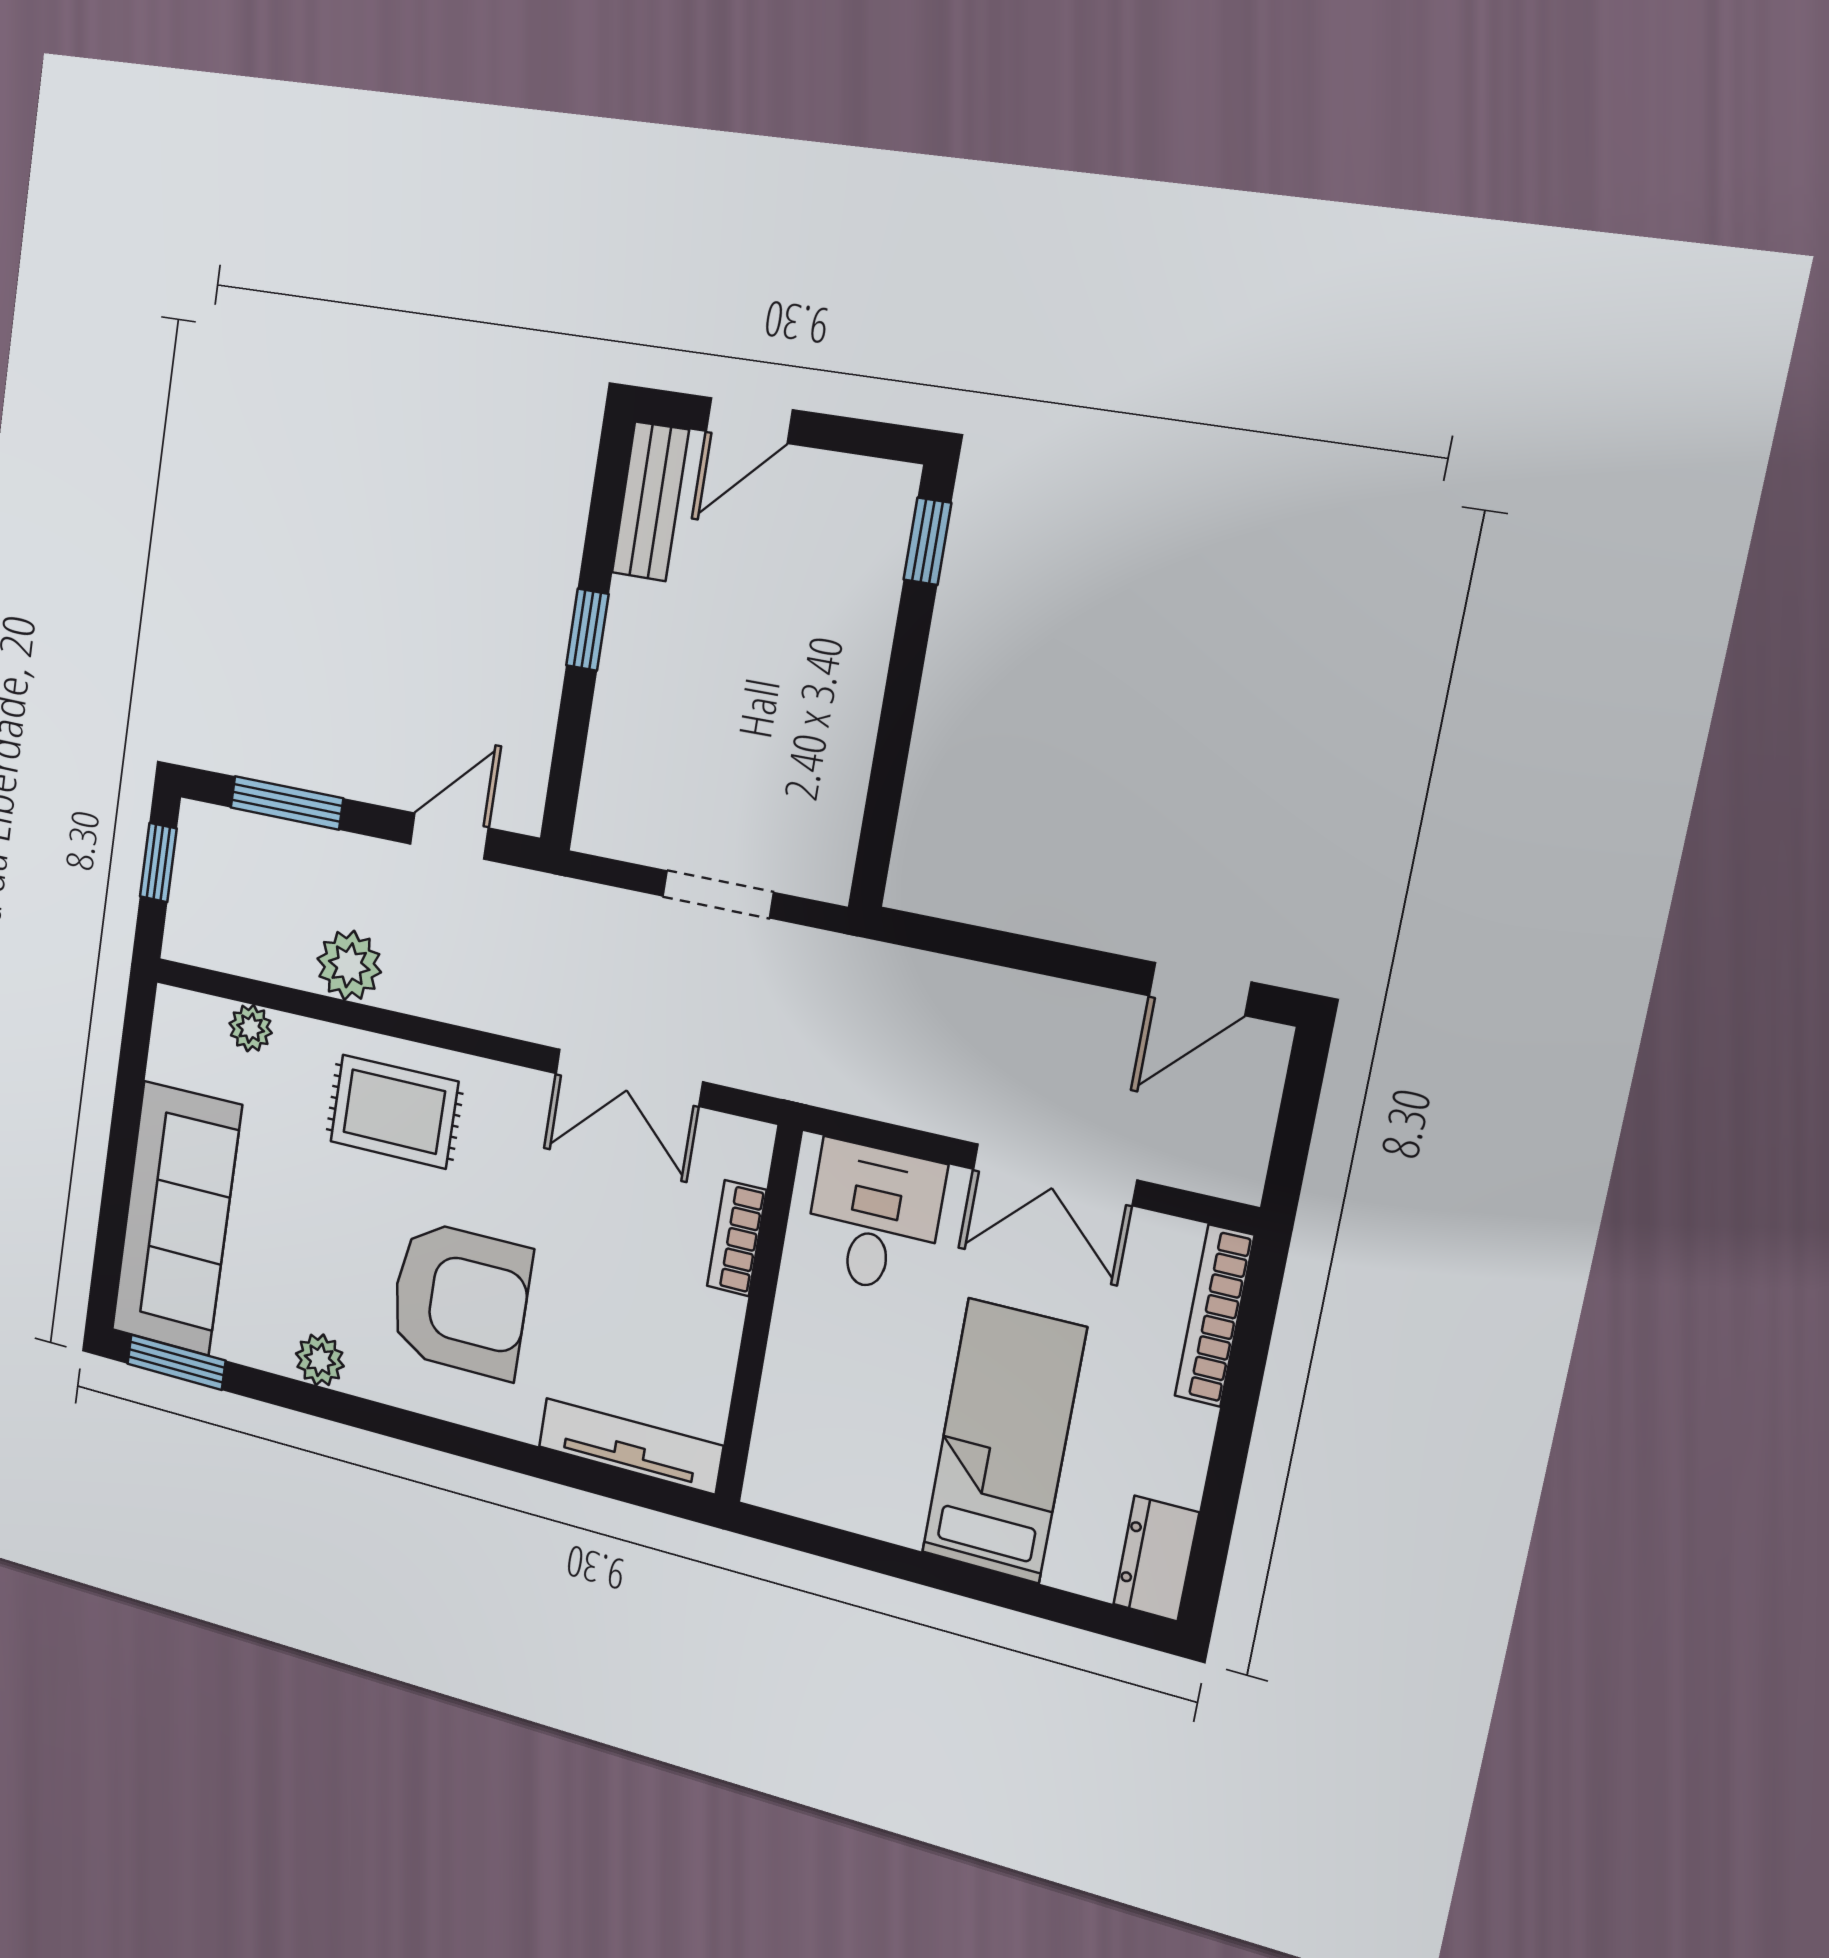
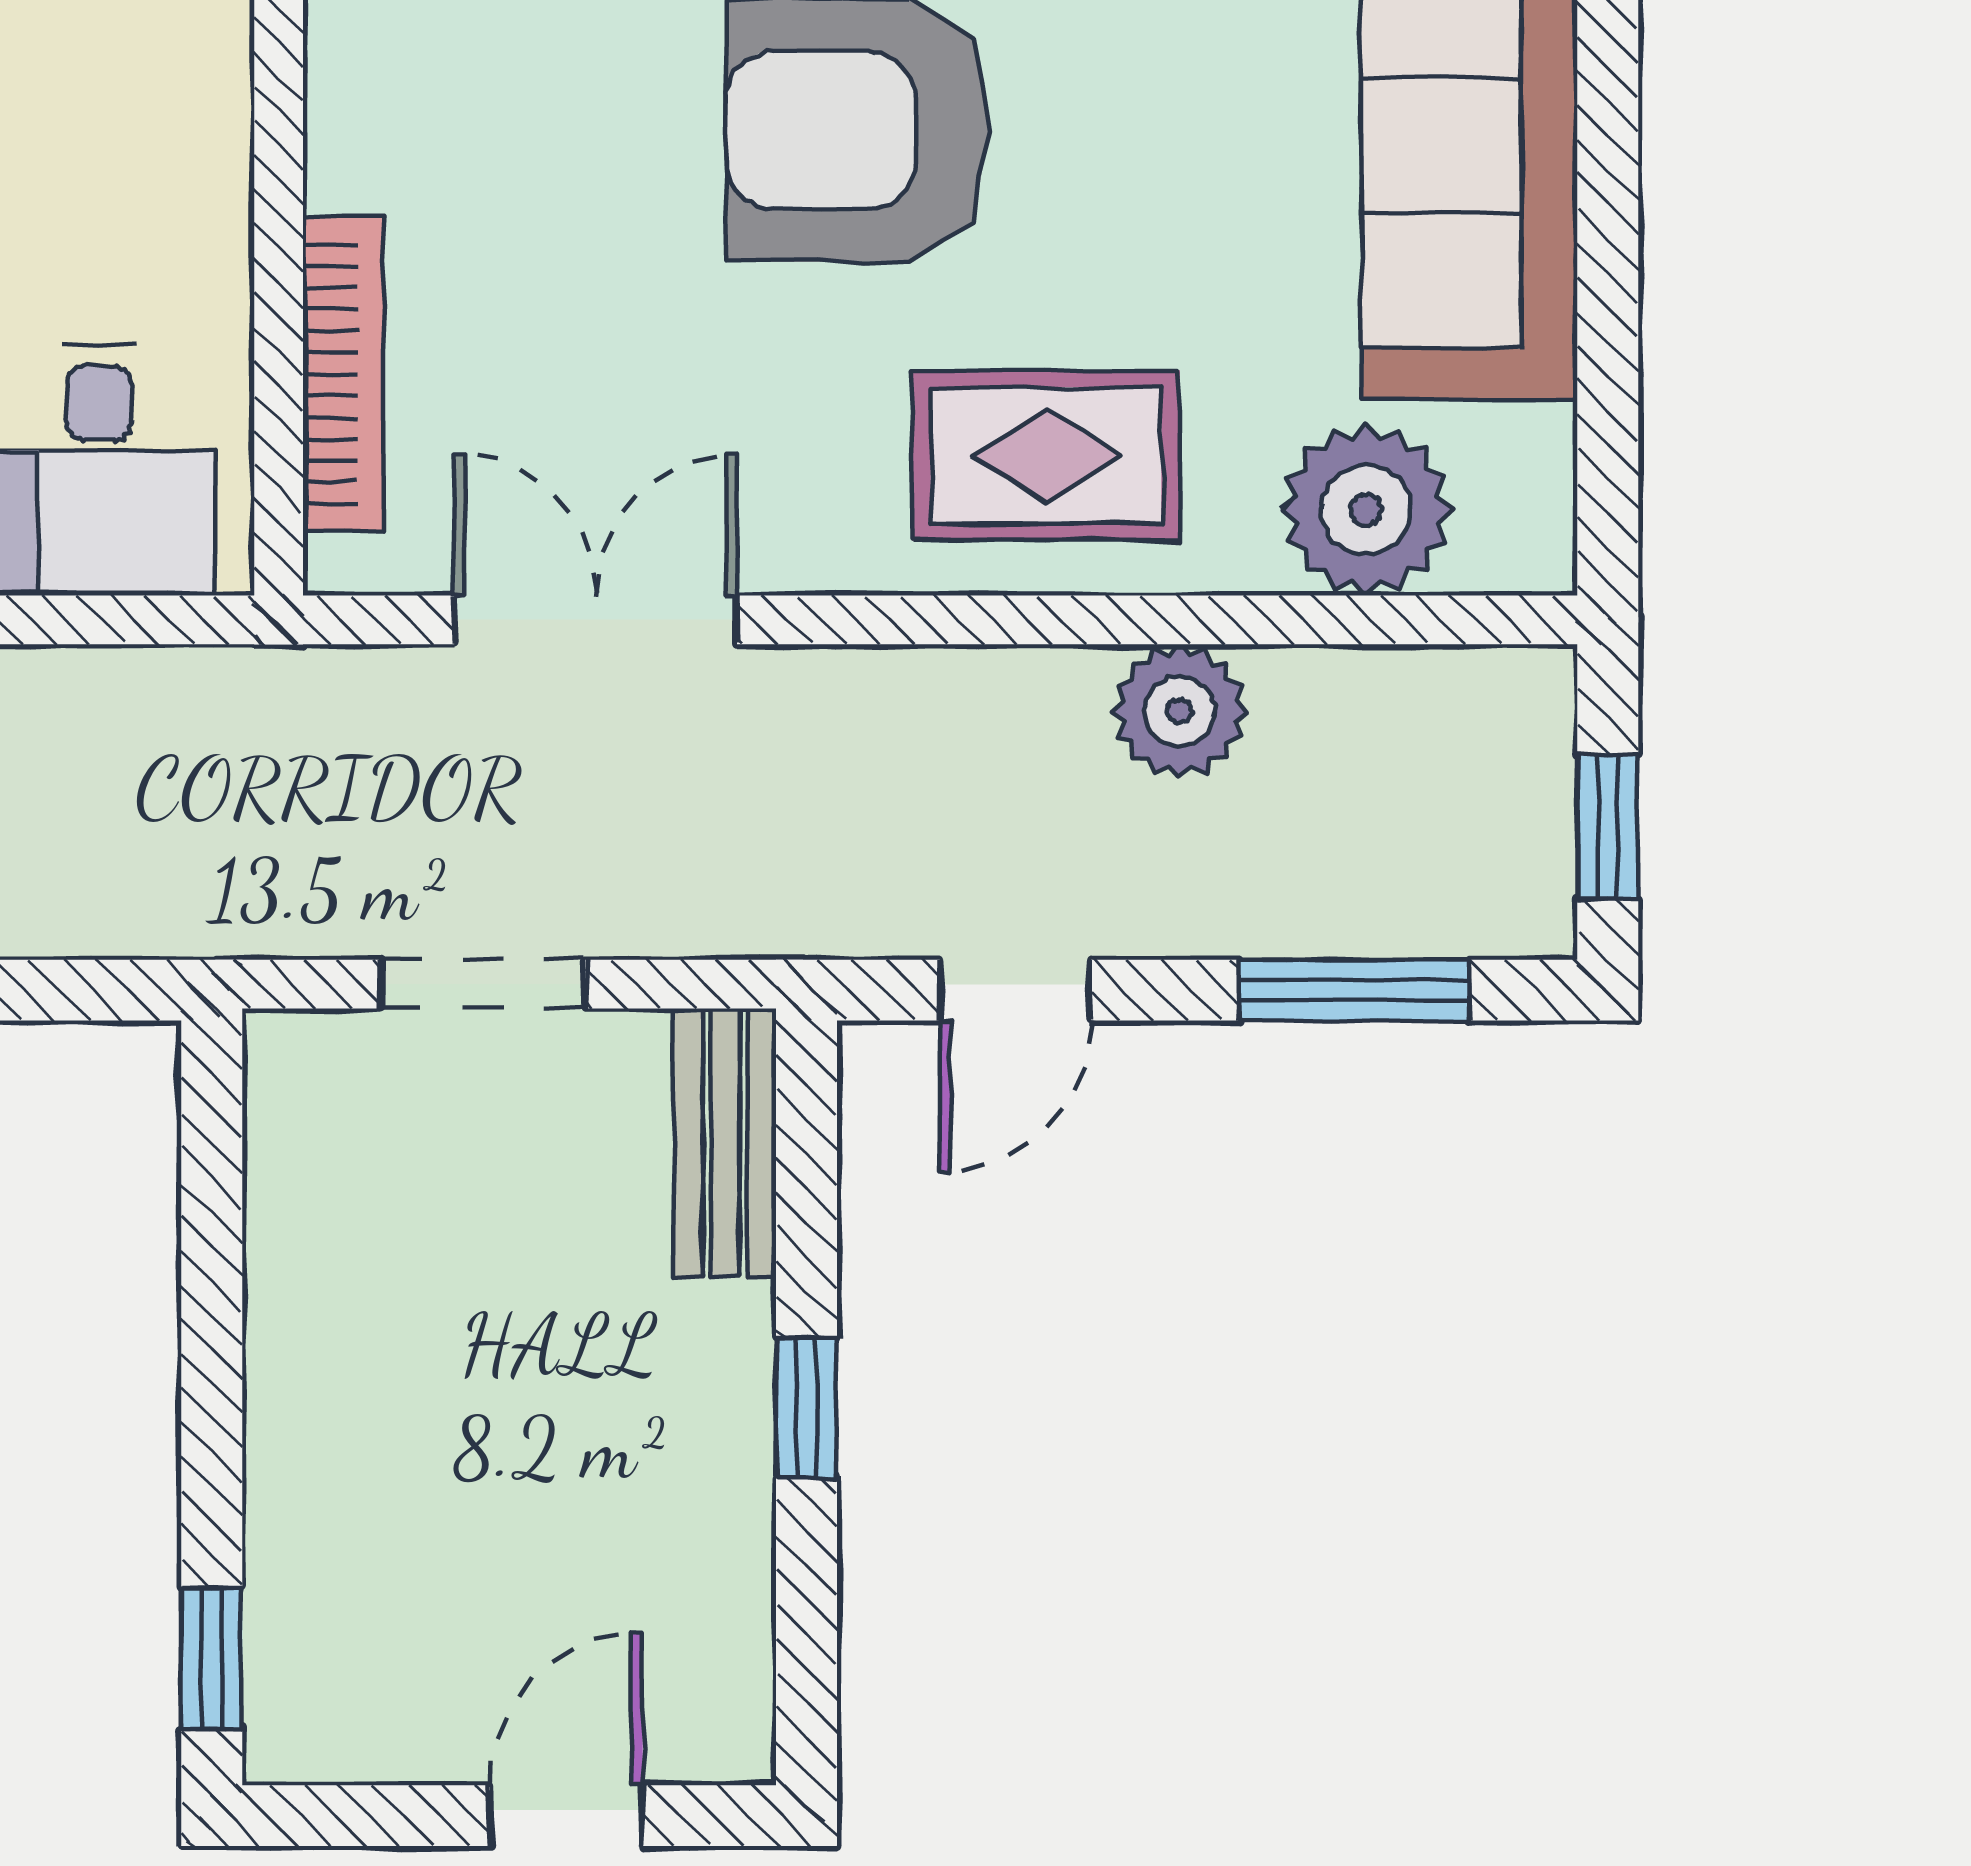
bench: (650, 501) -> (725, 1143), moved
plant: (251, 1028) -> (1366, 510), width x1.87, depth x1.87
bookcase: (737, 1238) -> (343, 374), width x1.56

